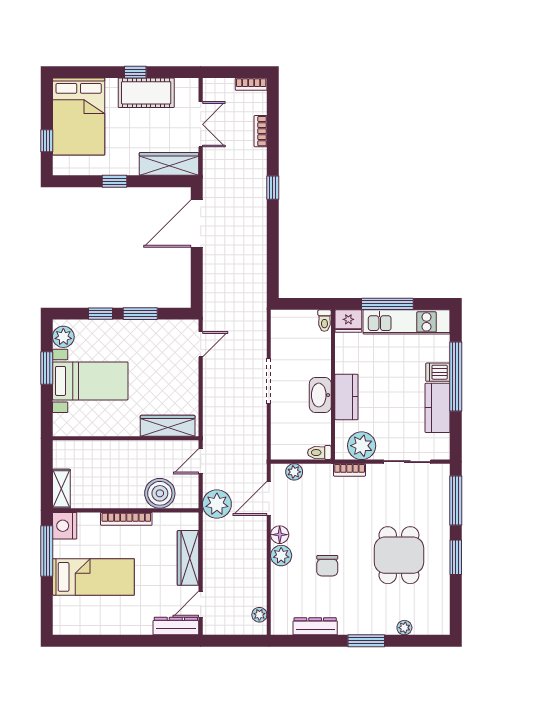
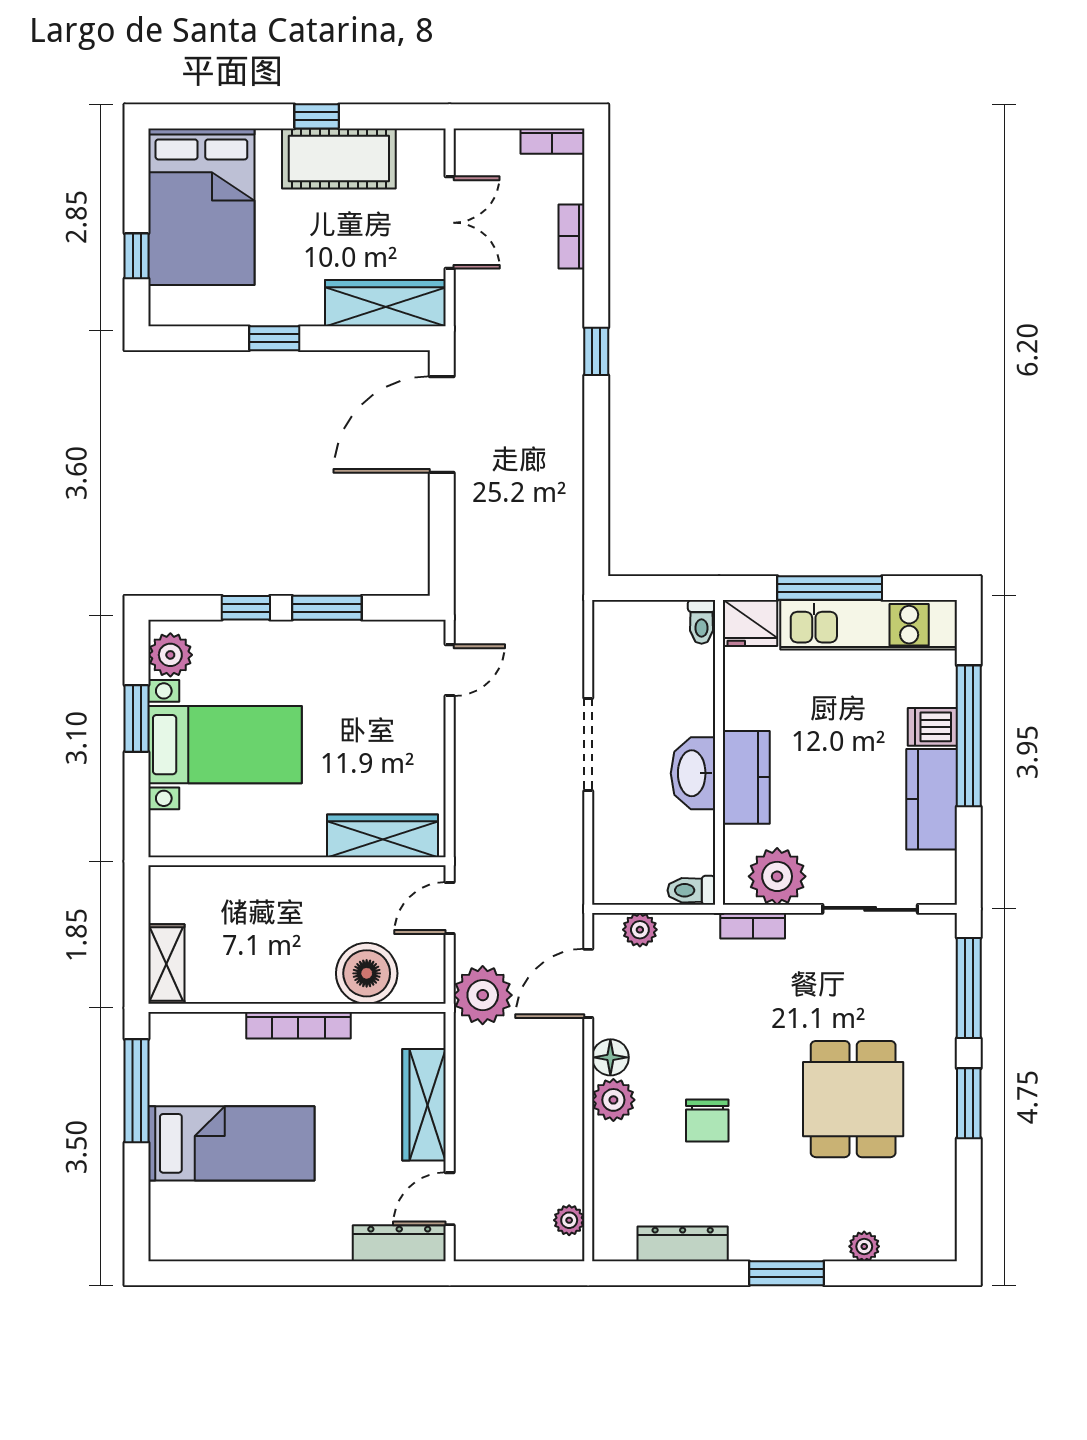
nightstand: (65, 526) -> (173, 1039), removed

